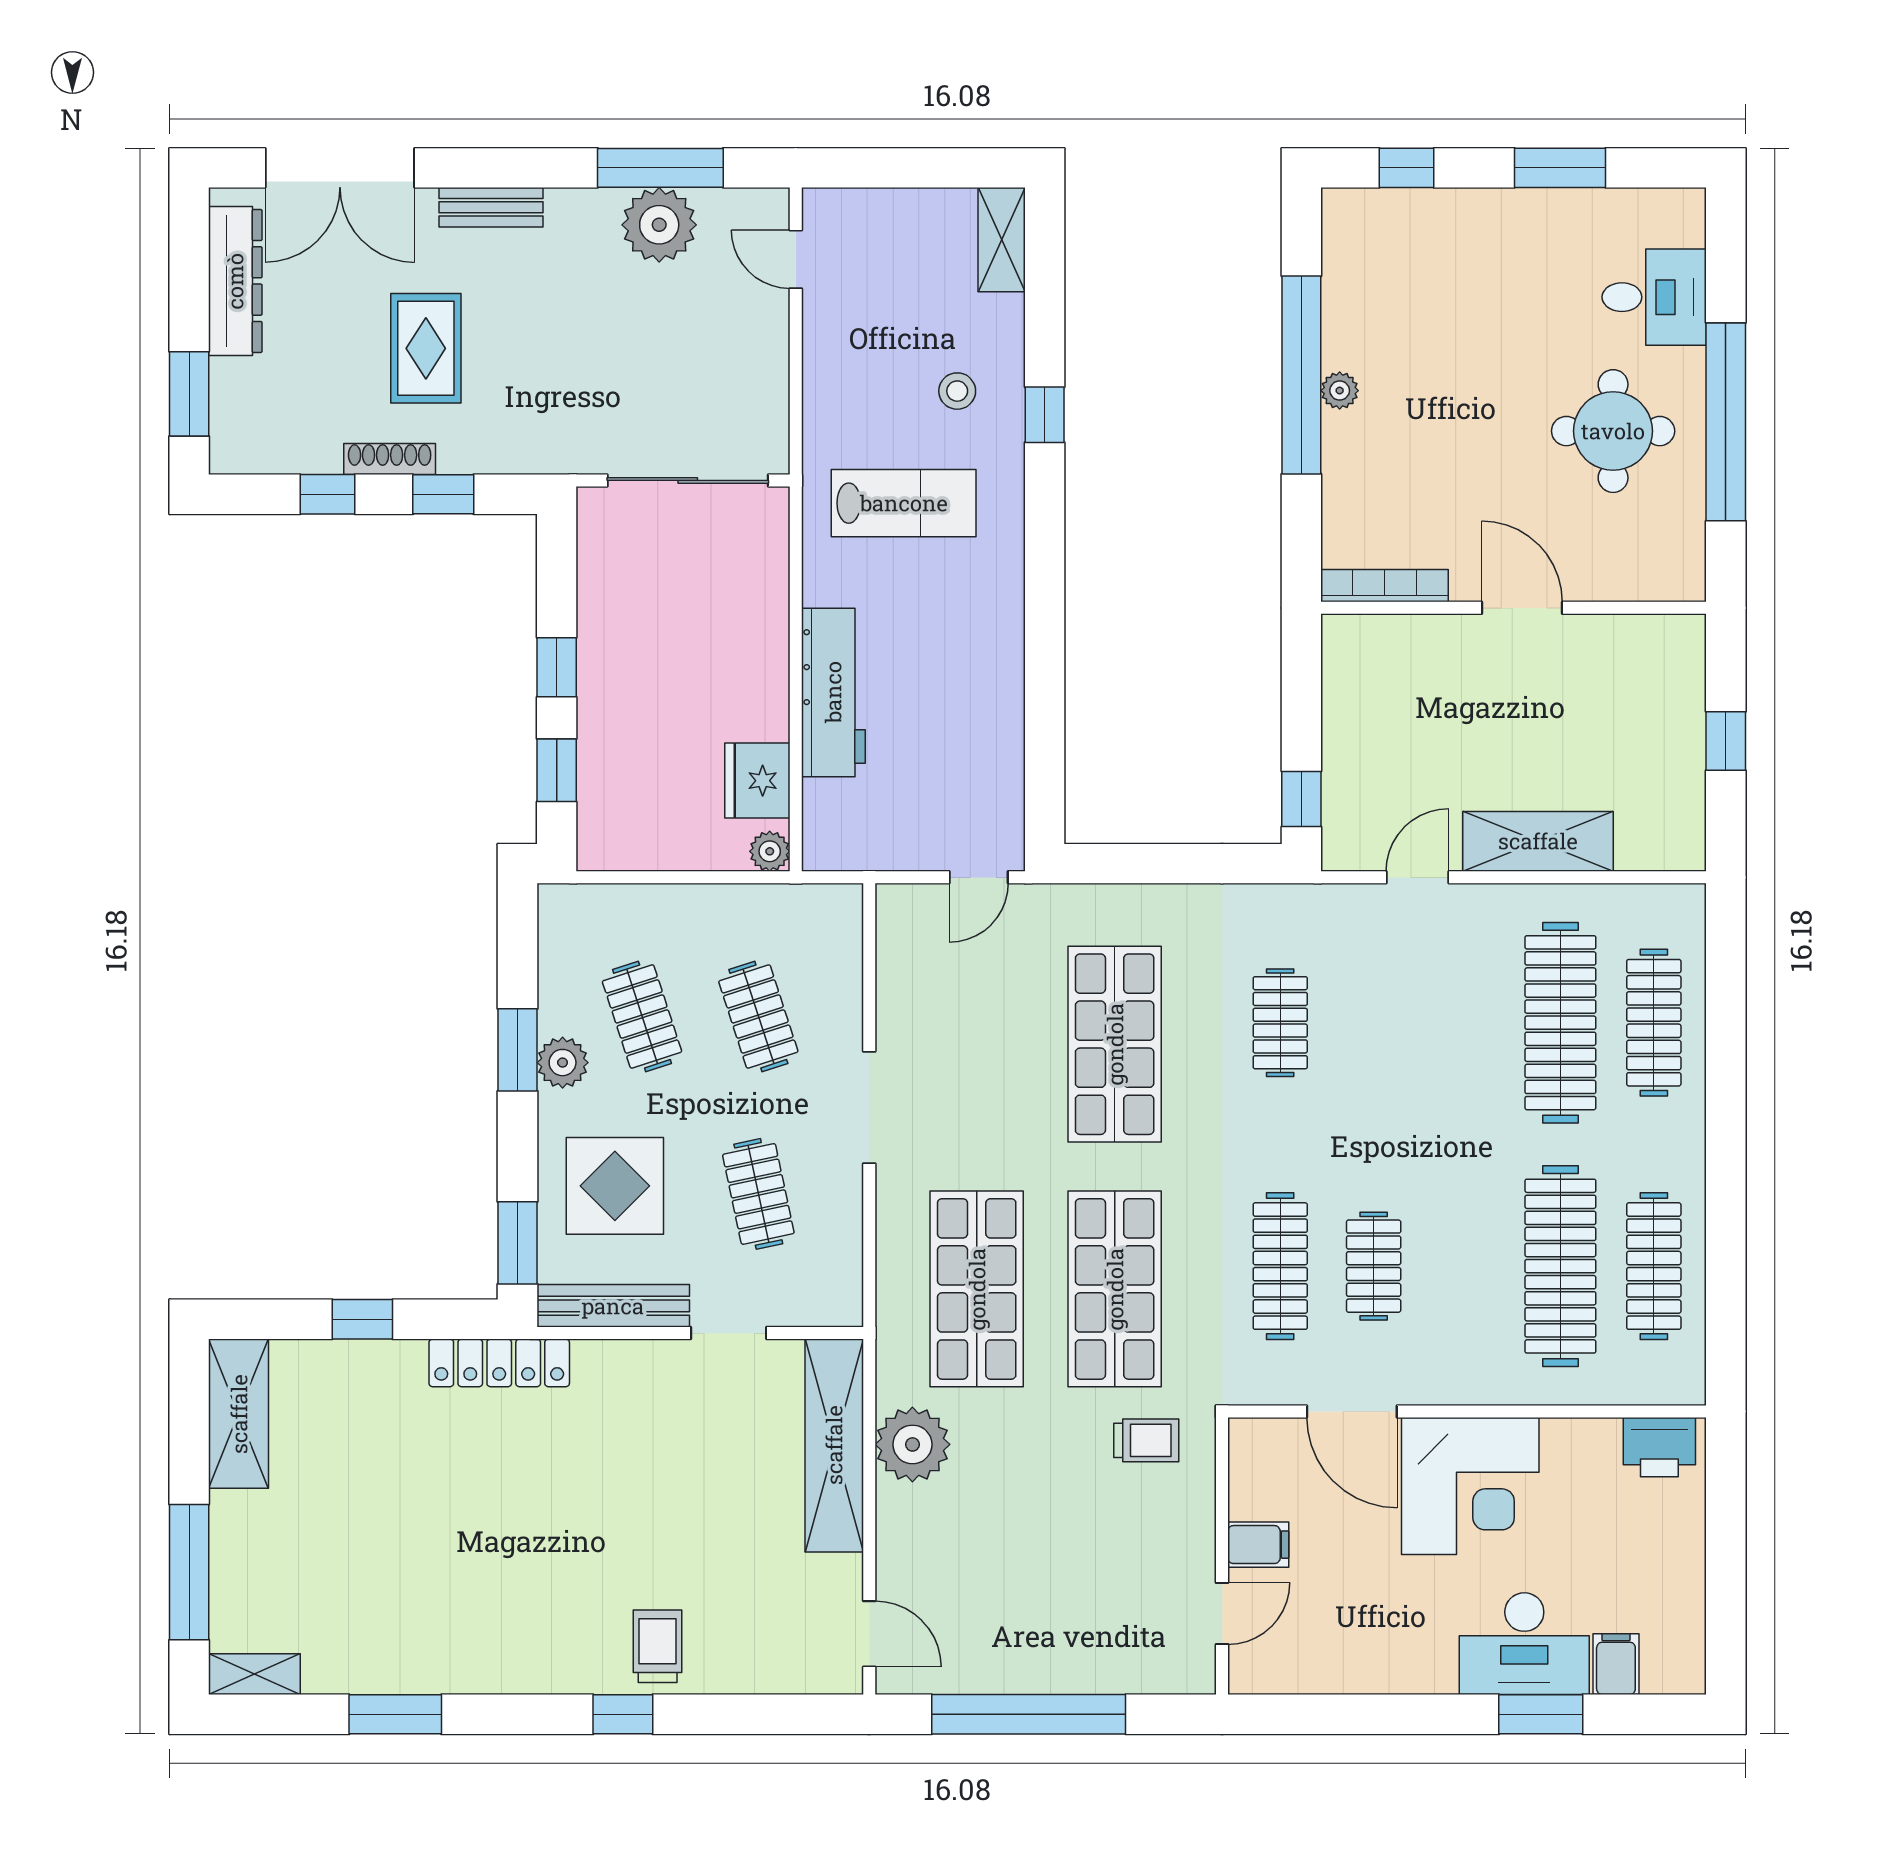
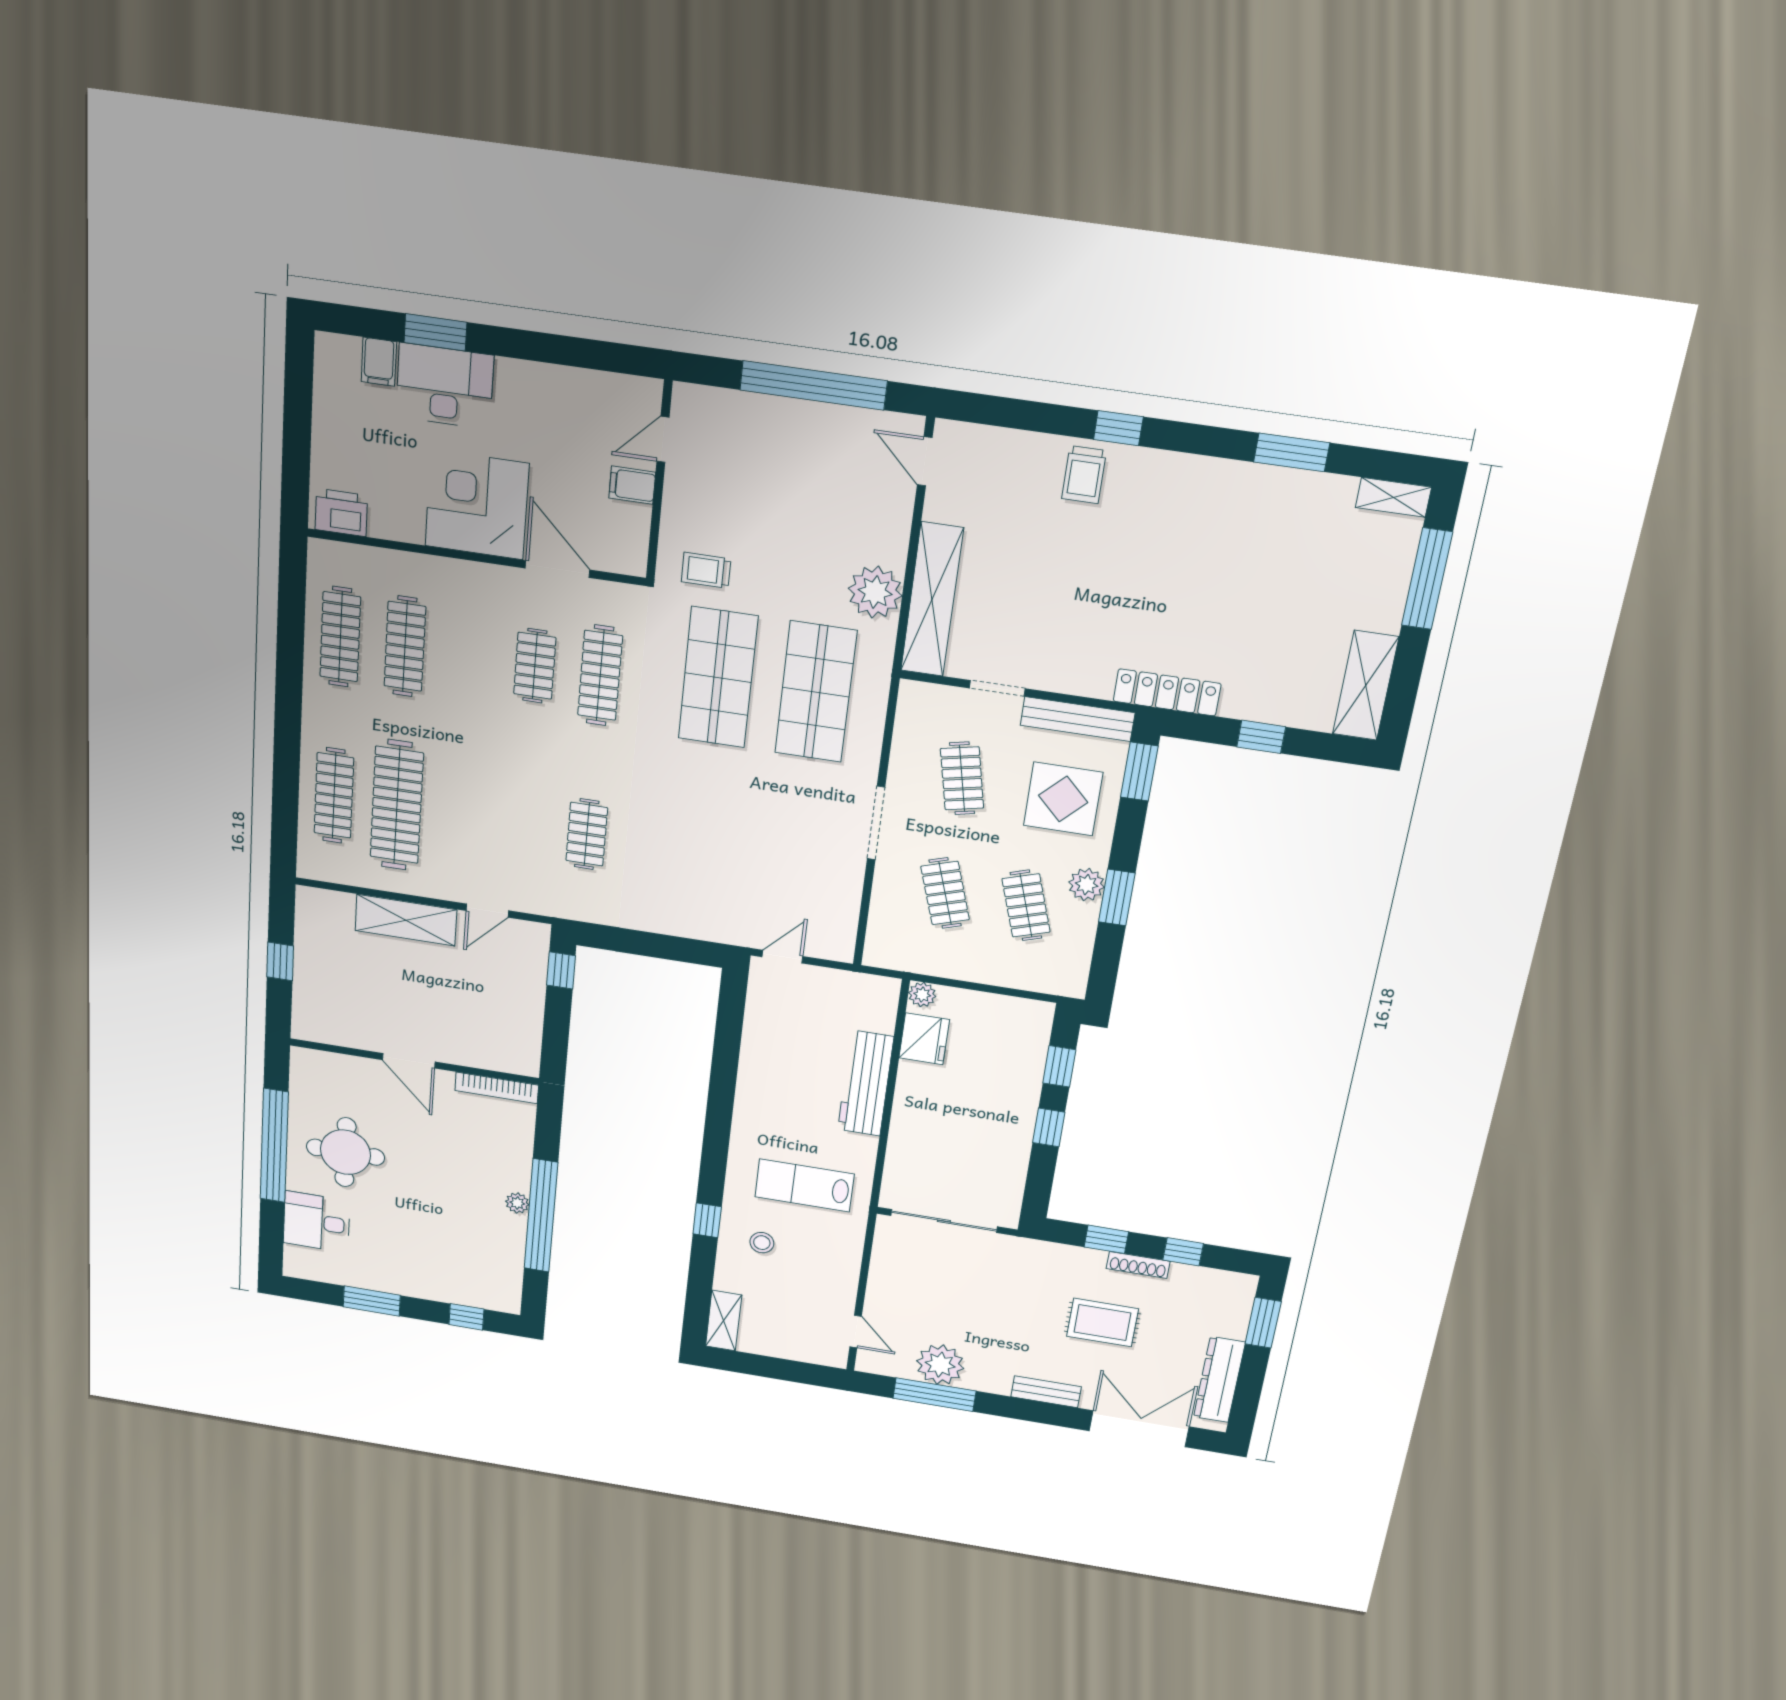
rug: (426, 348) -> (1102, 1323), turned 90
shop shelf: (1115, 1044) -> (701, 838), removed
clothes rail: (1560, 1266) -> (405, 646), width x0.73, depth x0.76

